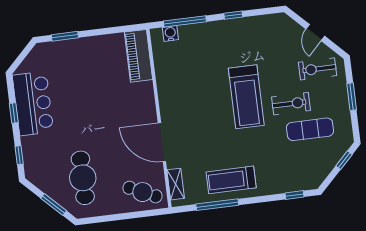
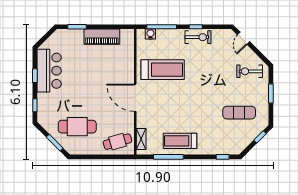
door: (315, 33) -> (244, 38), moved
piano: (138, 56) -> (102, 37), moved, turned -90
treadmill: (246, 97) -> (163, 70), moved, turned -90
exercise bike: (291, 104) -> (198, 37), moved
door: (162, 142) -> (135, 98), moved
cafe table: (83, 178) -> (77, 127), turned 90
cafe table: (142, 192) -> (117, 142), turned -41

